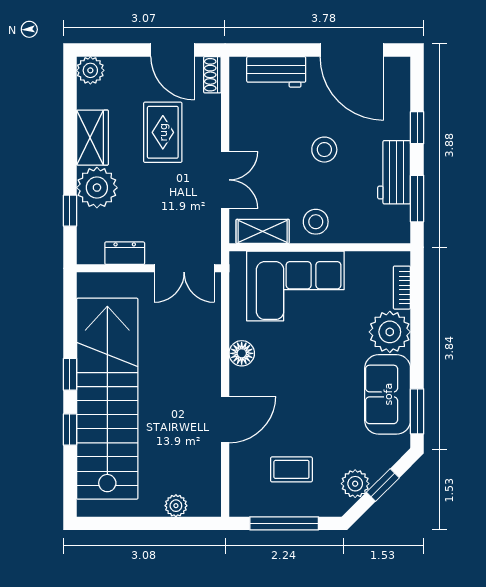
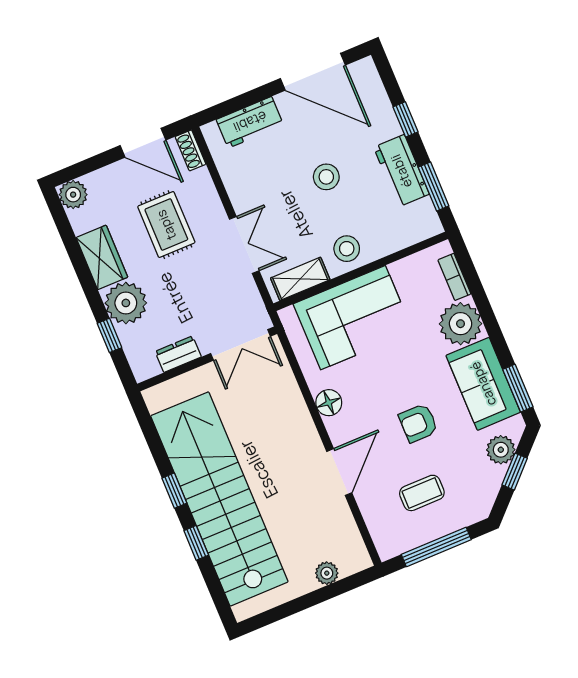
armchair: (314, 405) -> (418, 423), added
plant: (355, 484) -> (501, 450), moved

